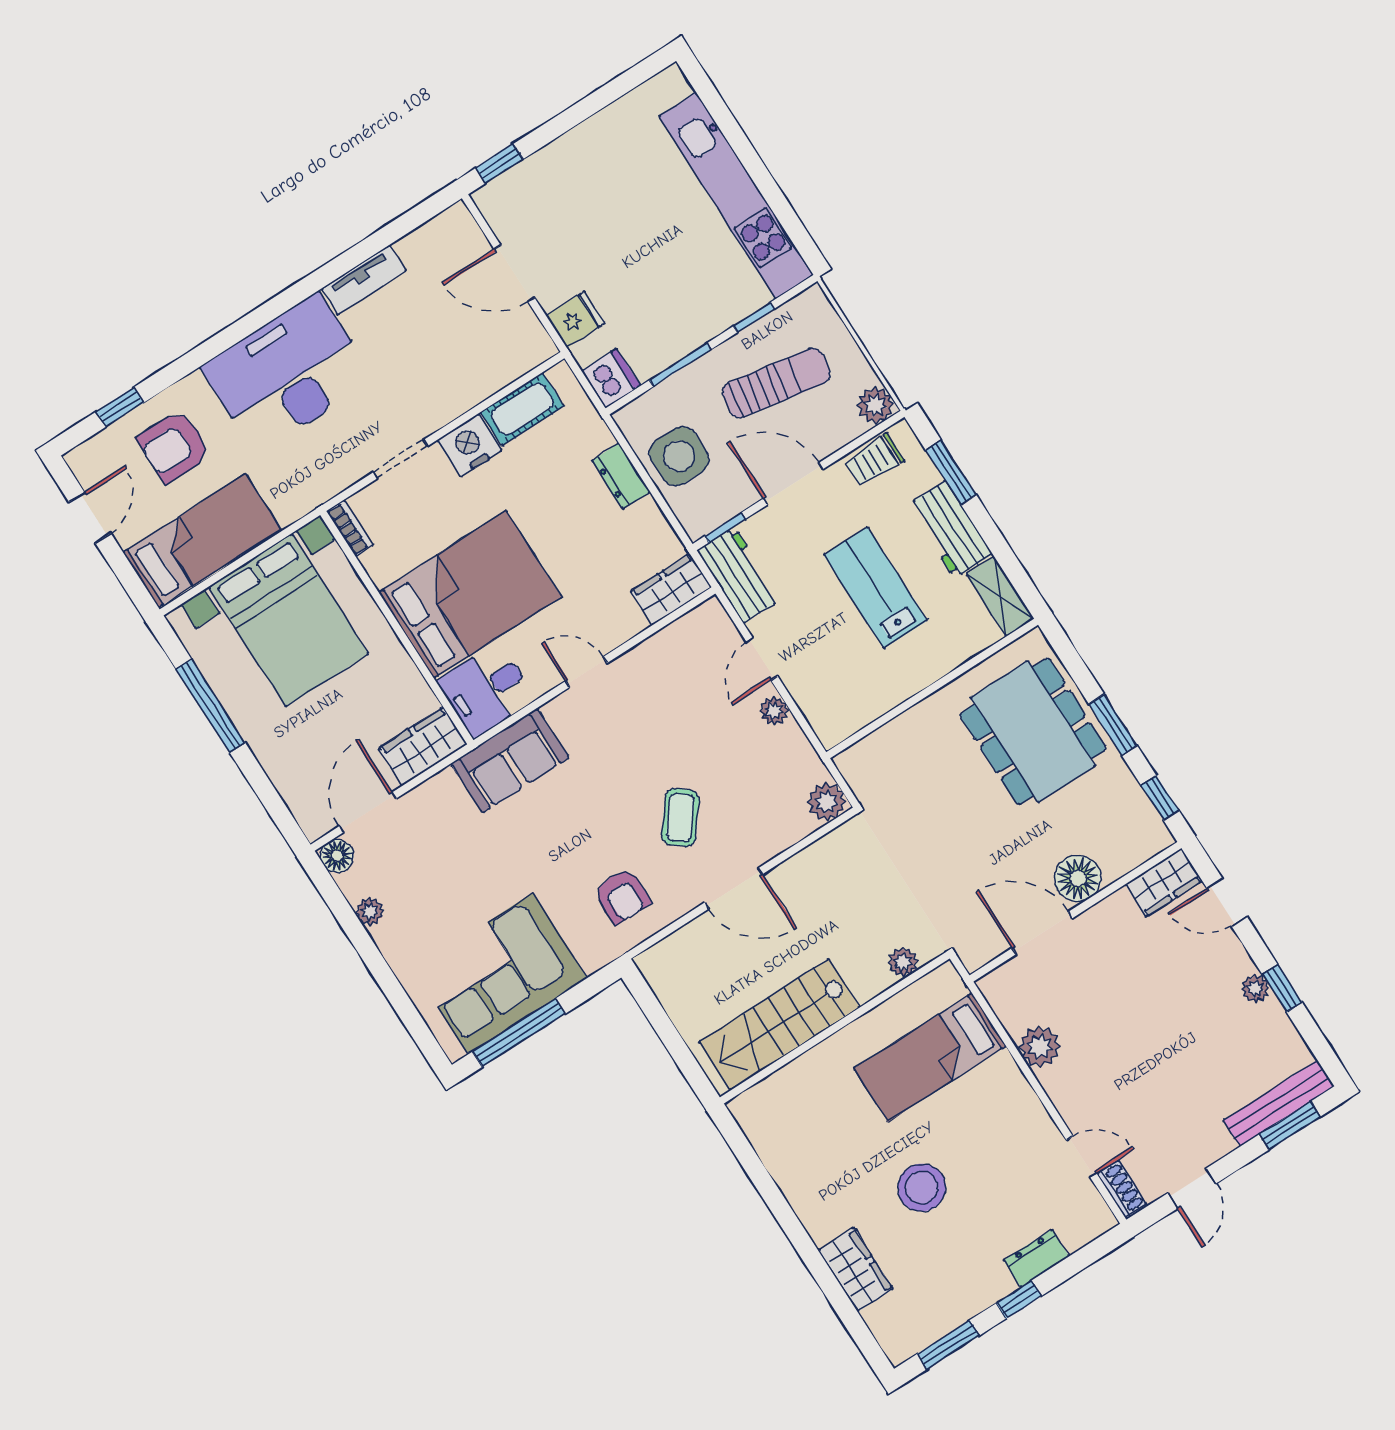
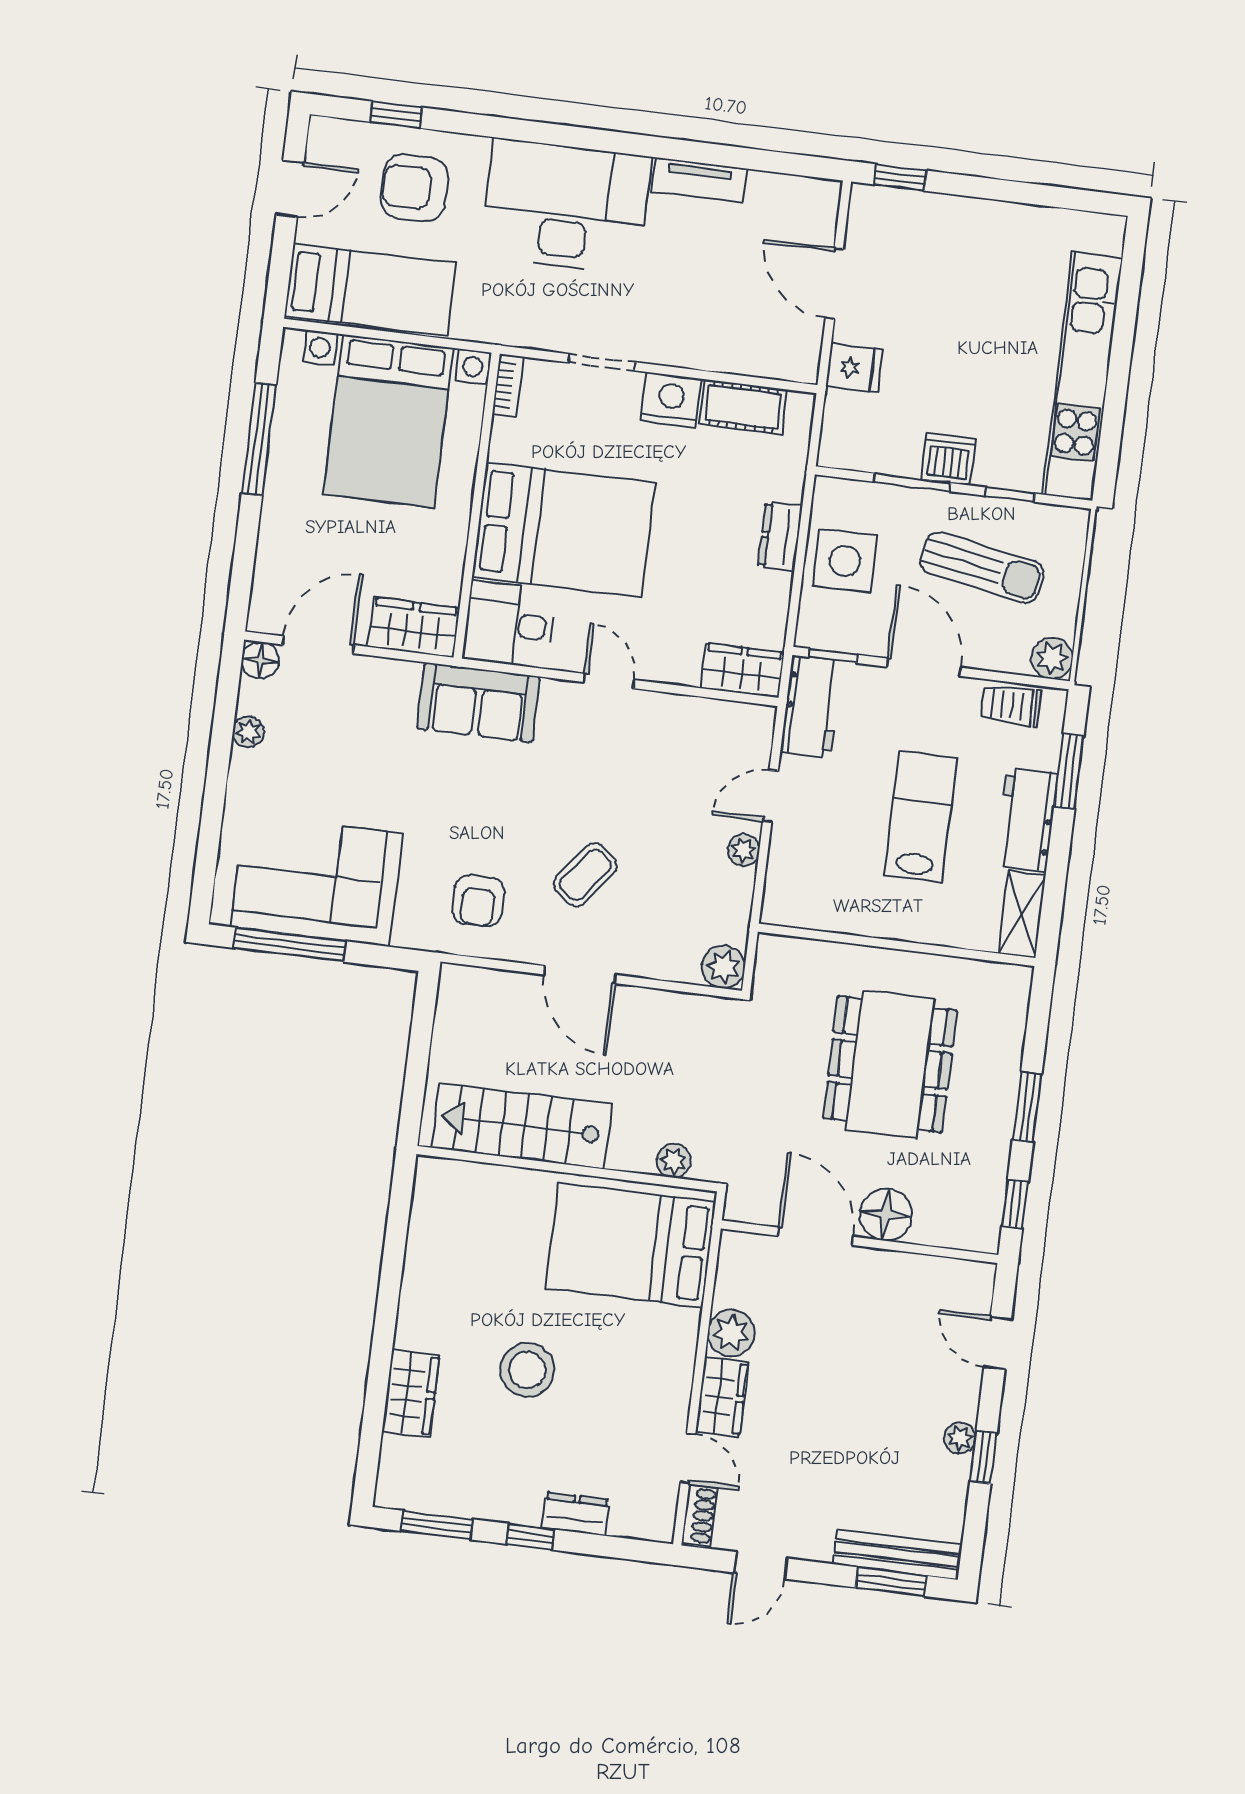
dishwasher: (611, 378) -> (948, 459), moved, turned -90
dining table: (1033, 731) -> (890, 1064), moved
wardrobe: (1164, 882) -> (722, 1397), moved, turned -90
bed: (930, 1057) -> (631, 1245), width x1.50

